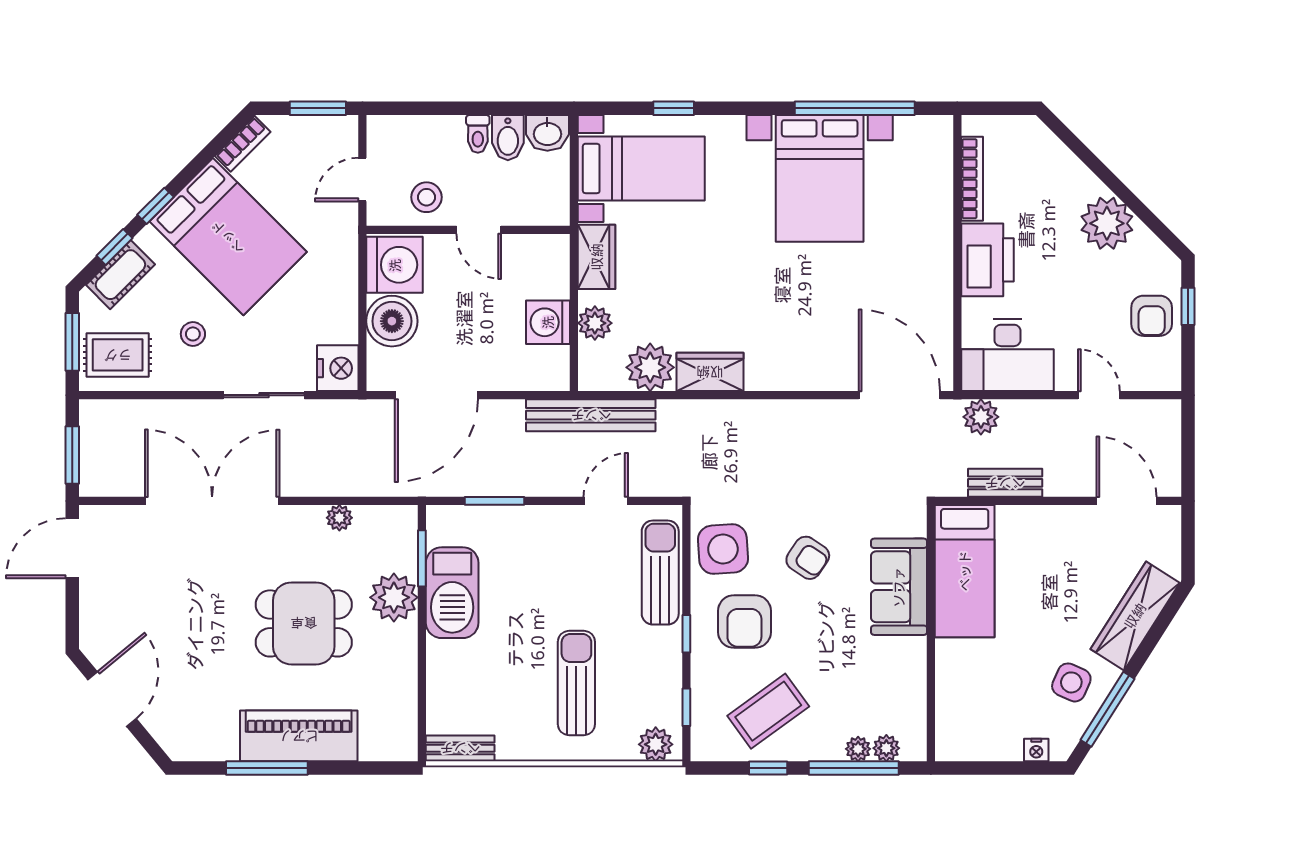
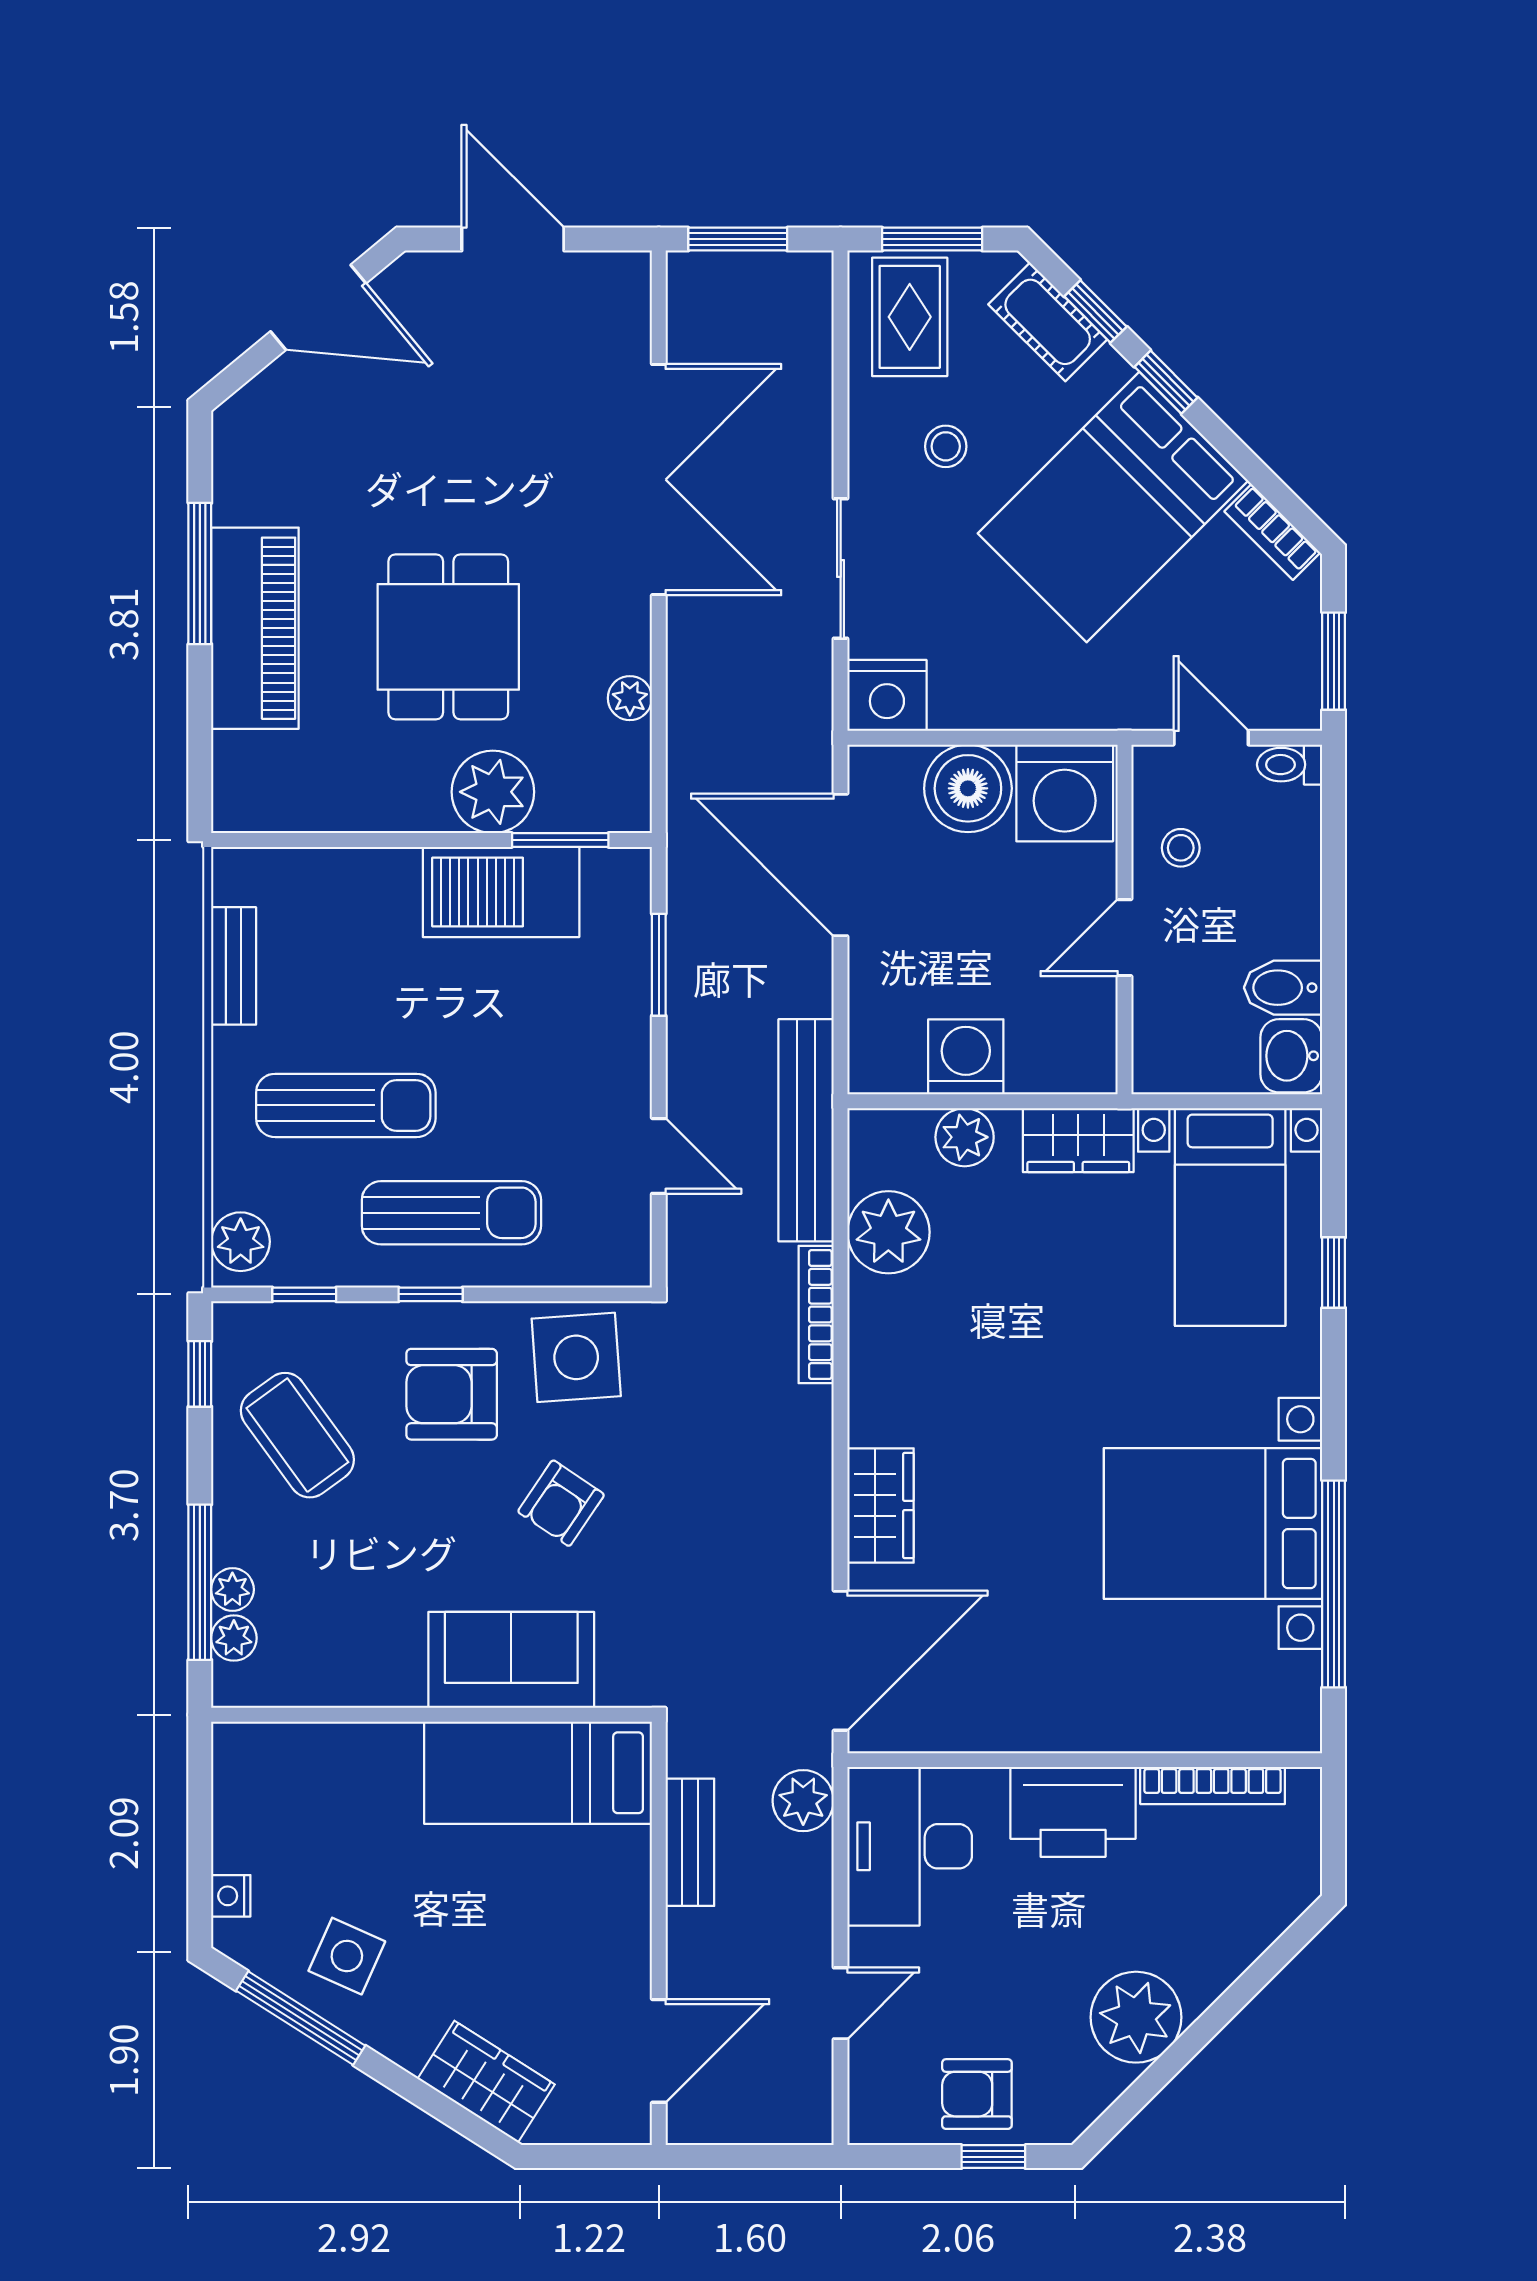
toilet: (478, 134) -> (1290, 765), moved
stool: (427, 197) -> (1181, 848), width x0.73, depth x0.73
wardrobe: (710, 372) -> (881, 1505), moved
bookcase: (698, 409) -> (816, 1315), added
door: (72, 548) -> (513, 239), moved
sun lounger: (660, 573) -> (451, 1213), moved
wardrobe: (1135, 616) -> (486, 2082), width x0.67
bench: (460, 748) -> (234, 966), moved
window: (768, 768) -> (200, 1374), moved

